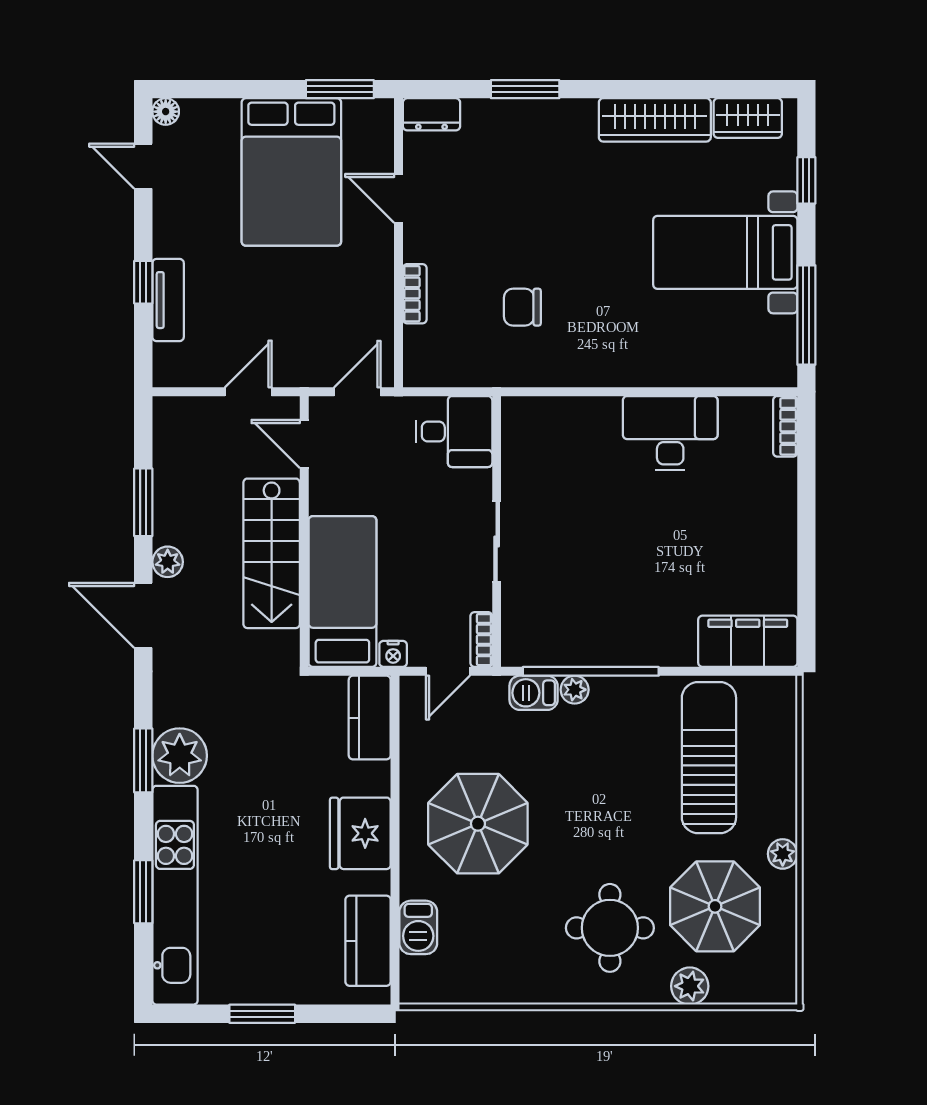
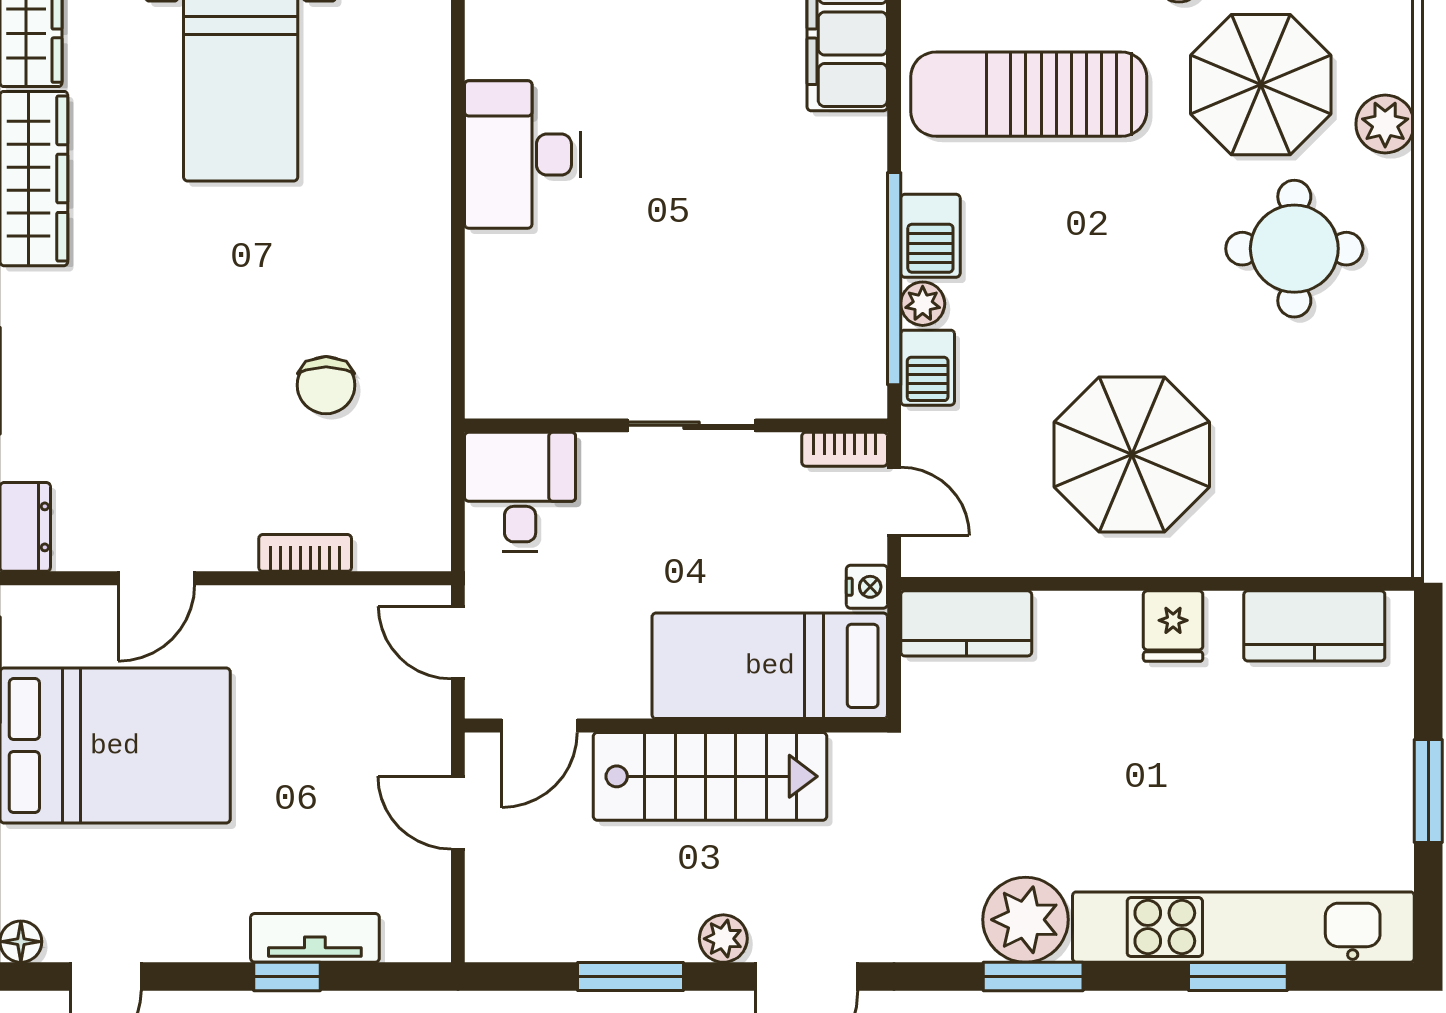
fridge: (360, 833) -> (1173, 626), width x0.53, depth x0.75
barbecue: (418, 927) -> (930, 236), moved, turned 90

